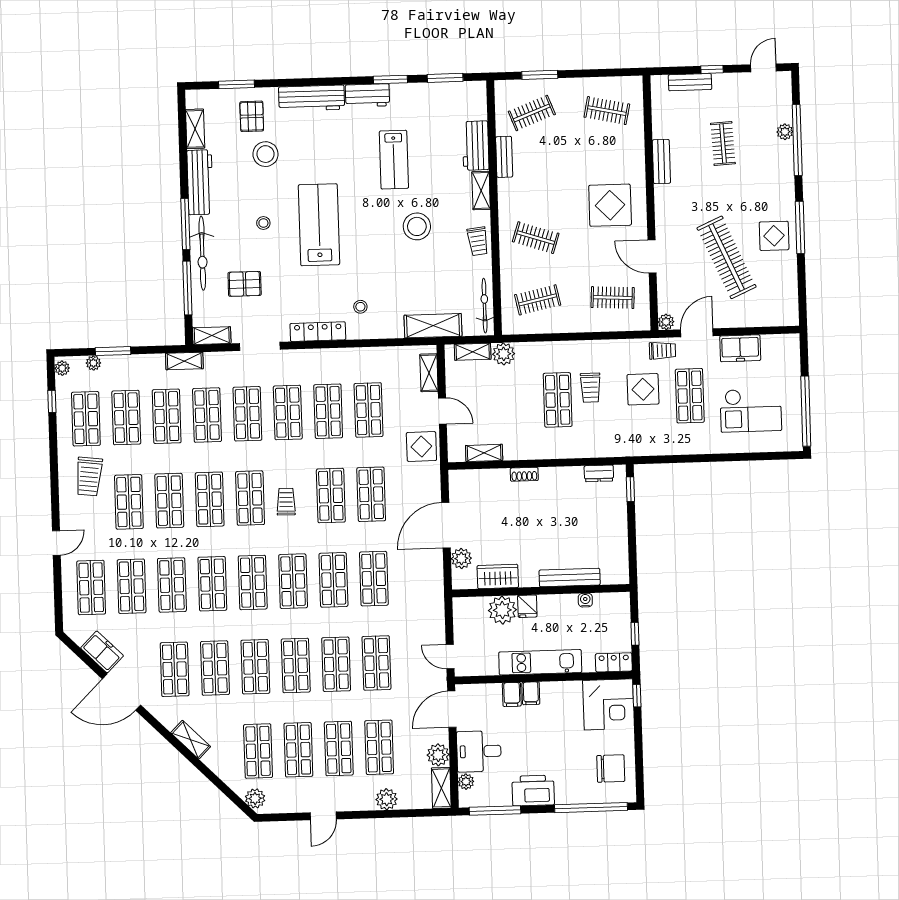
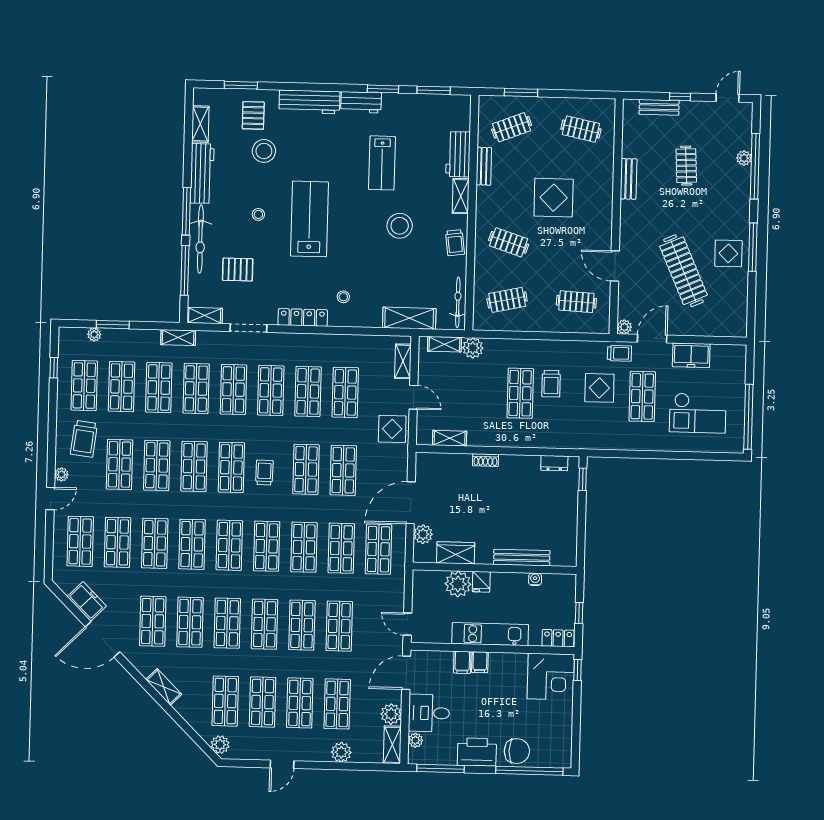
display table: (610, 205) -> (554, 198), moved
plant: (62, 368) -> (61, 474), moved
shop shelf: (414, 577) -> (379, 549), added
chair: (611, 769) -> (517, 751), moved

